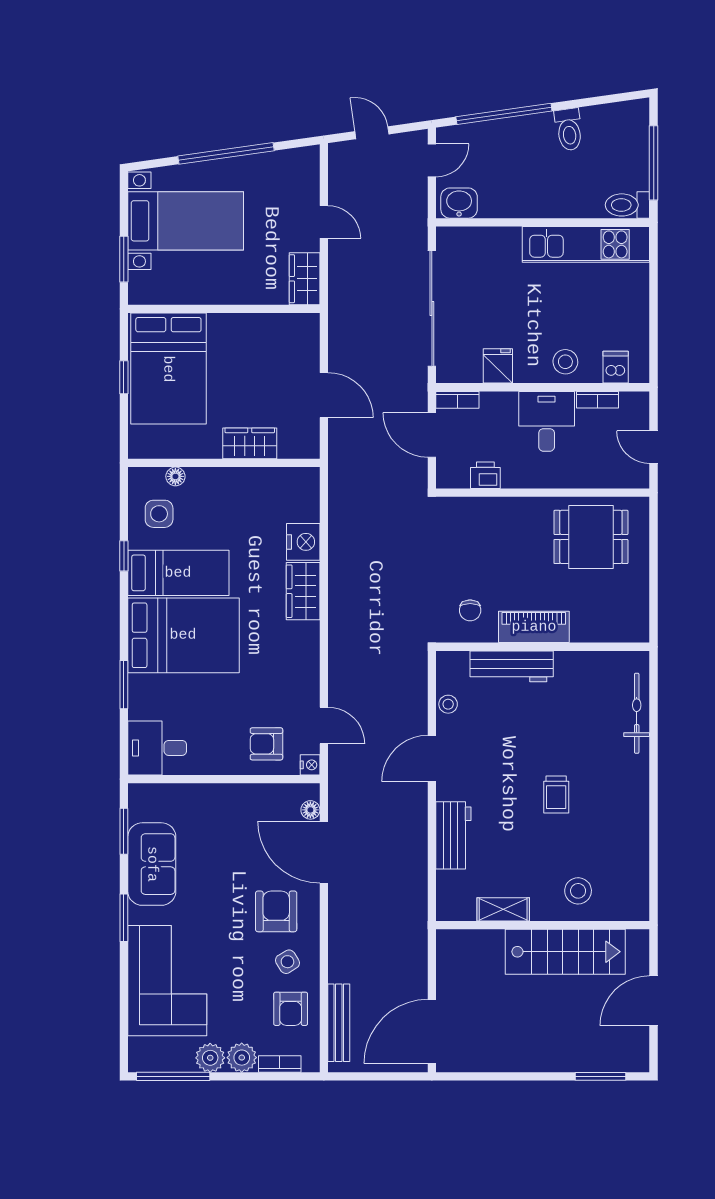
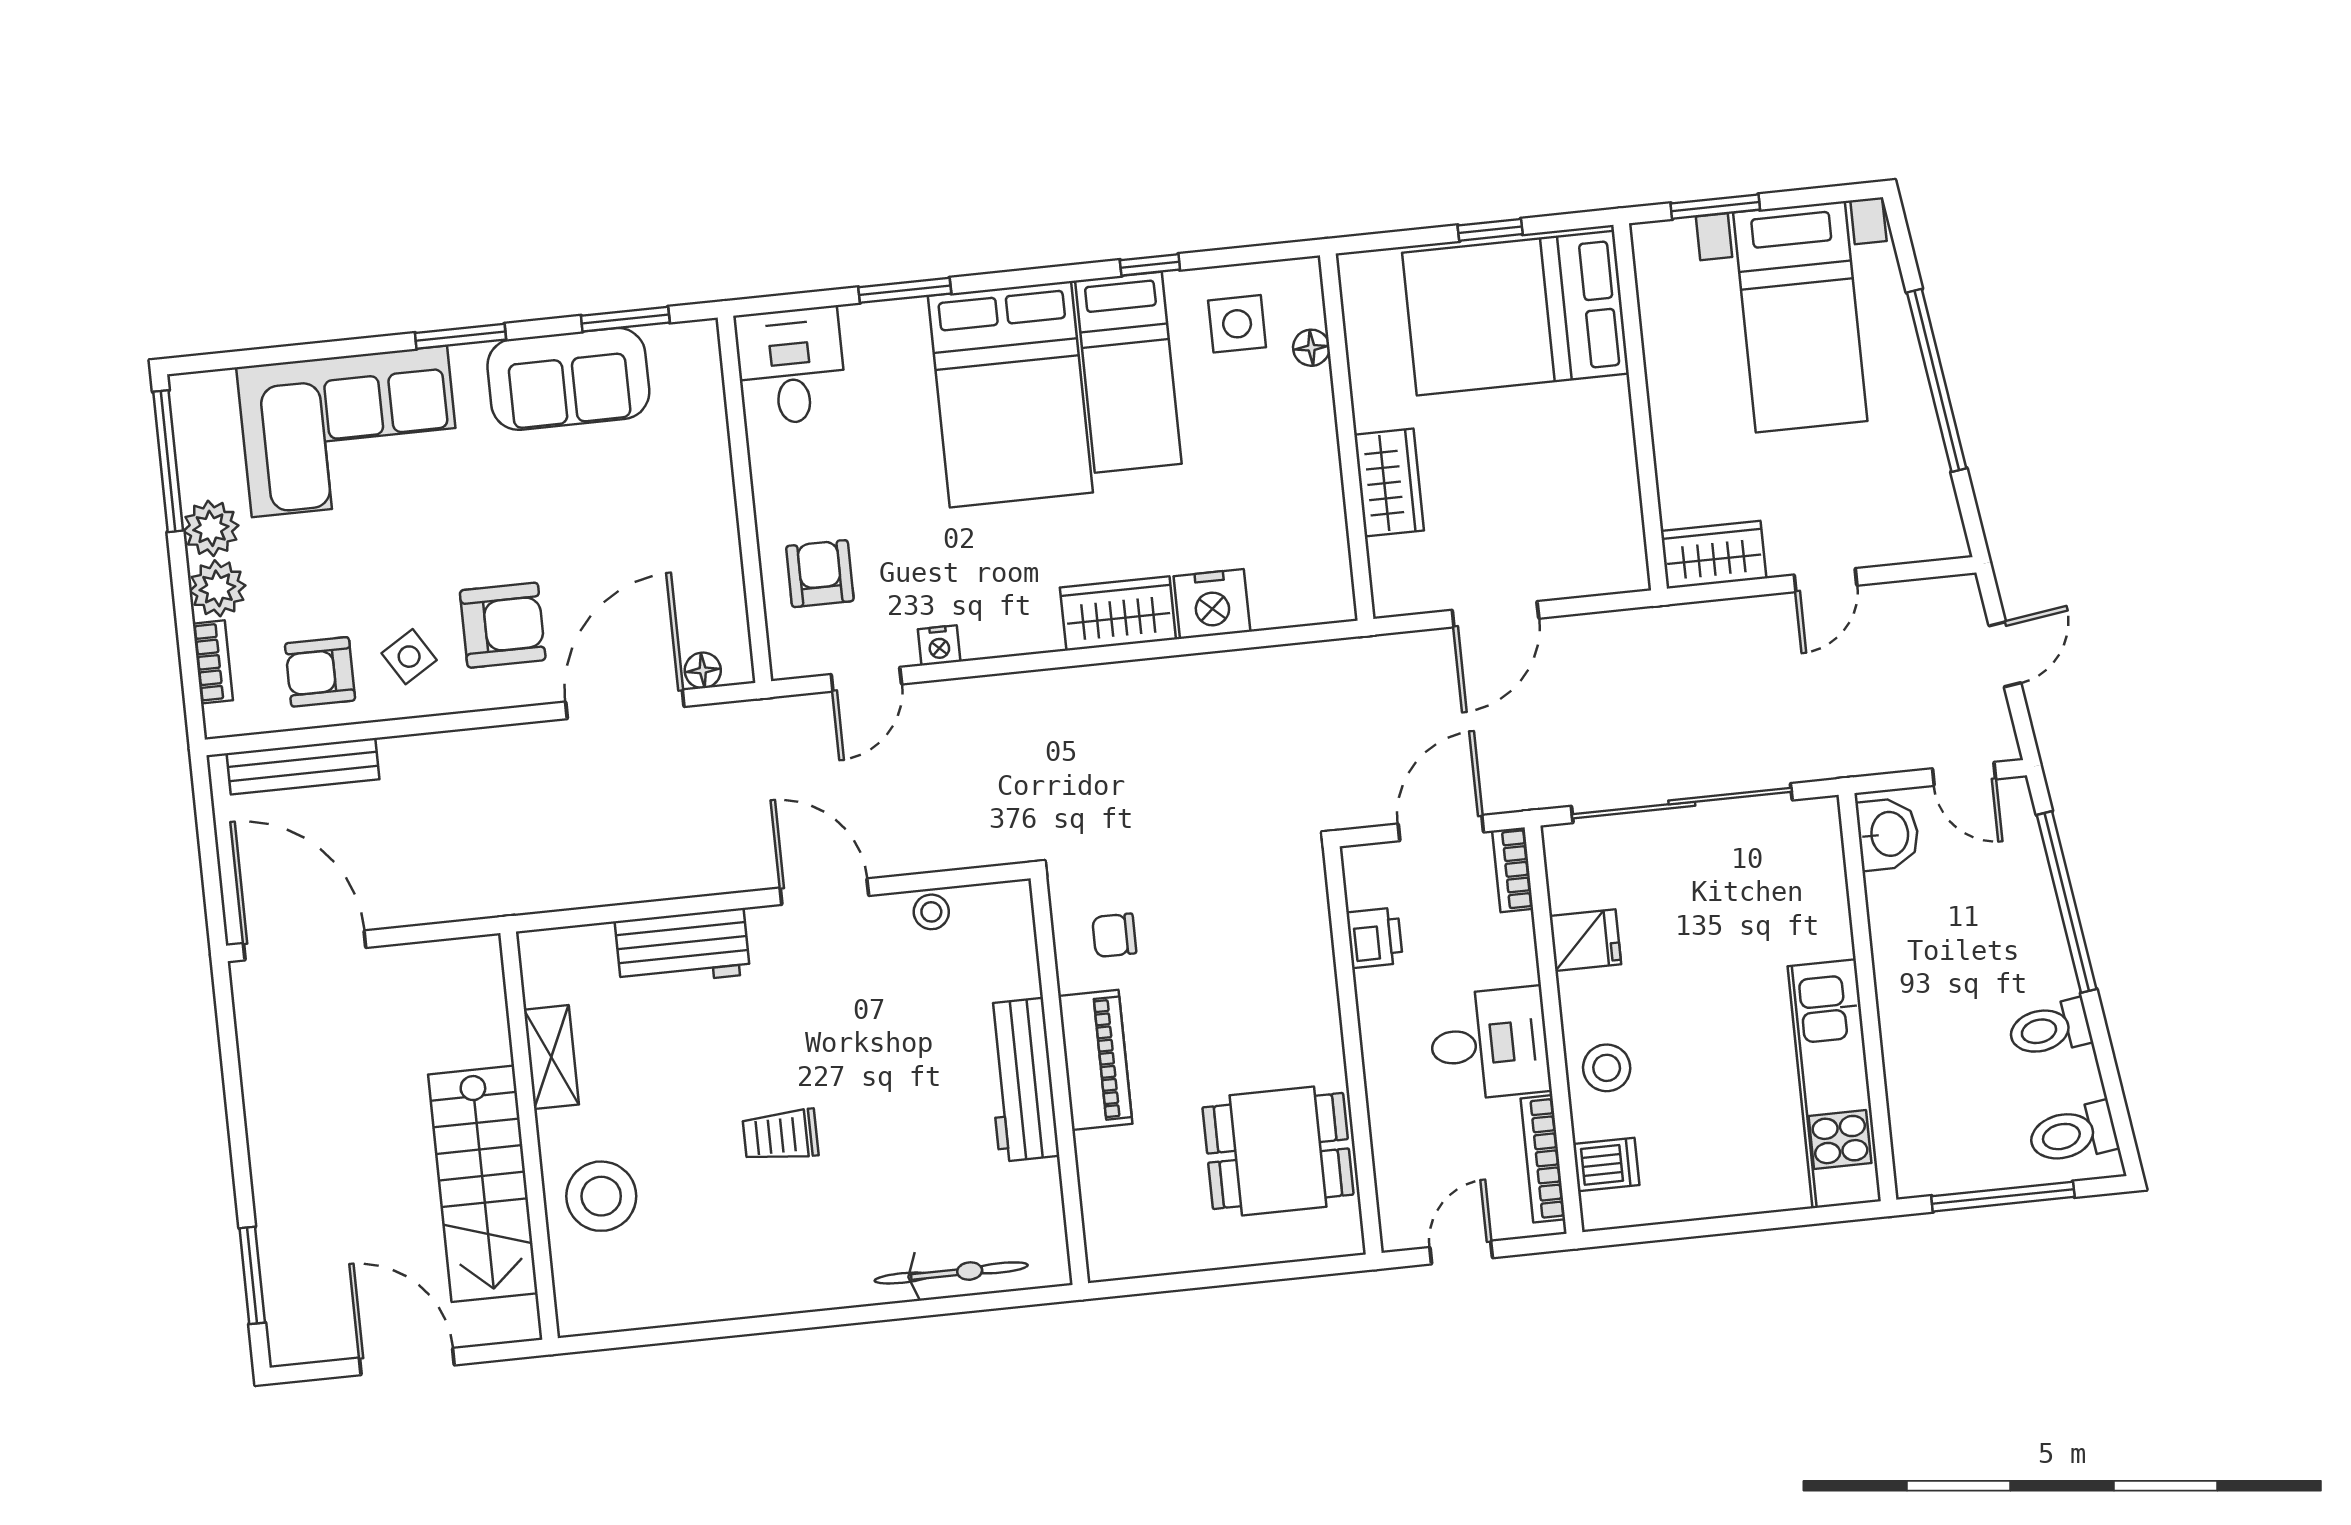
toilet: (627, 205) -> (2073, 1134), moved, turned -98
bookcase: (597, 400) -> (1543, 1159), width x1.56
dining table: (591, 537) -> (1278, 1151), turned 90
workbench: (512, 666) -> (1021, 1080), moved
nightstand: (310, 765) -> (939, 645), moved
stool: (578, 891) -> (601, 1196), width x1.38, depth x1.38

